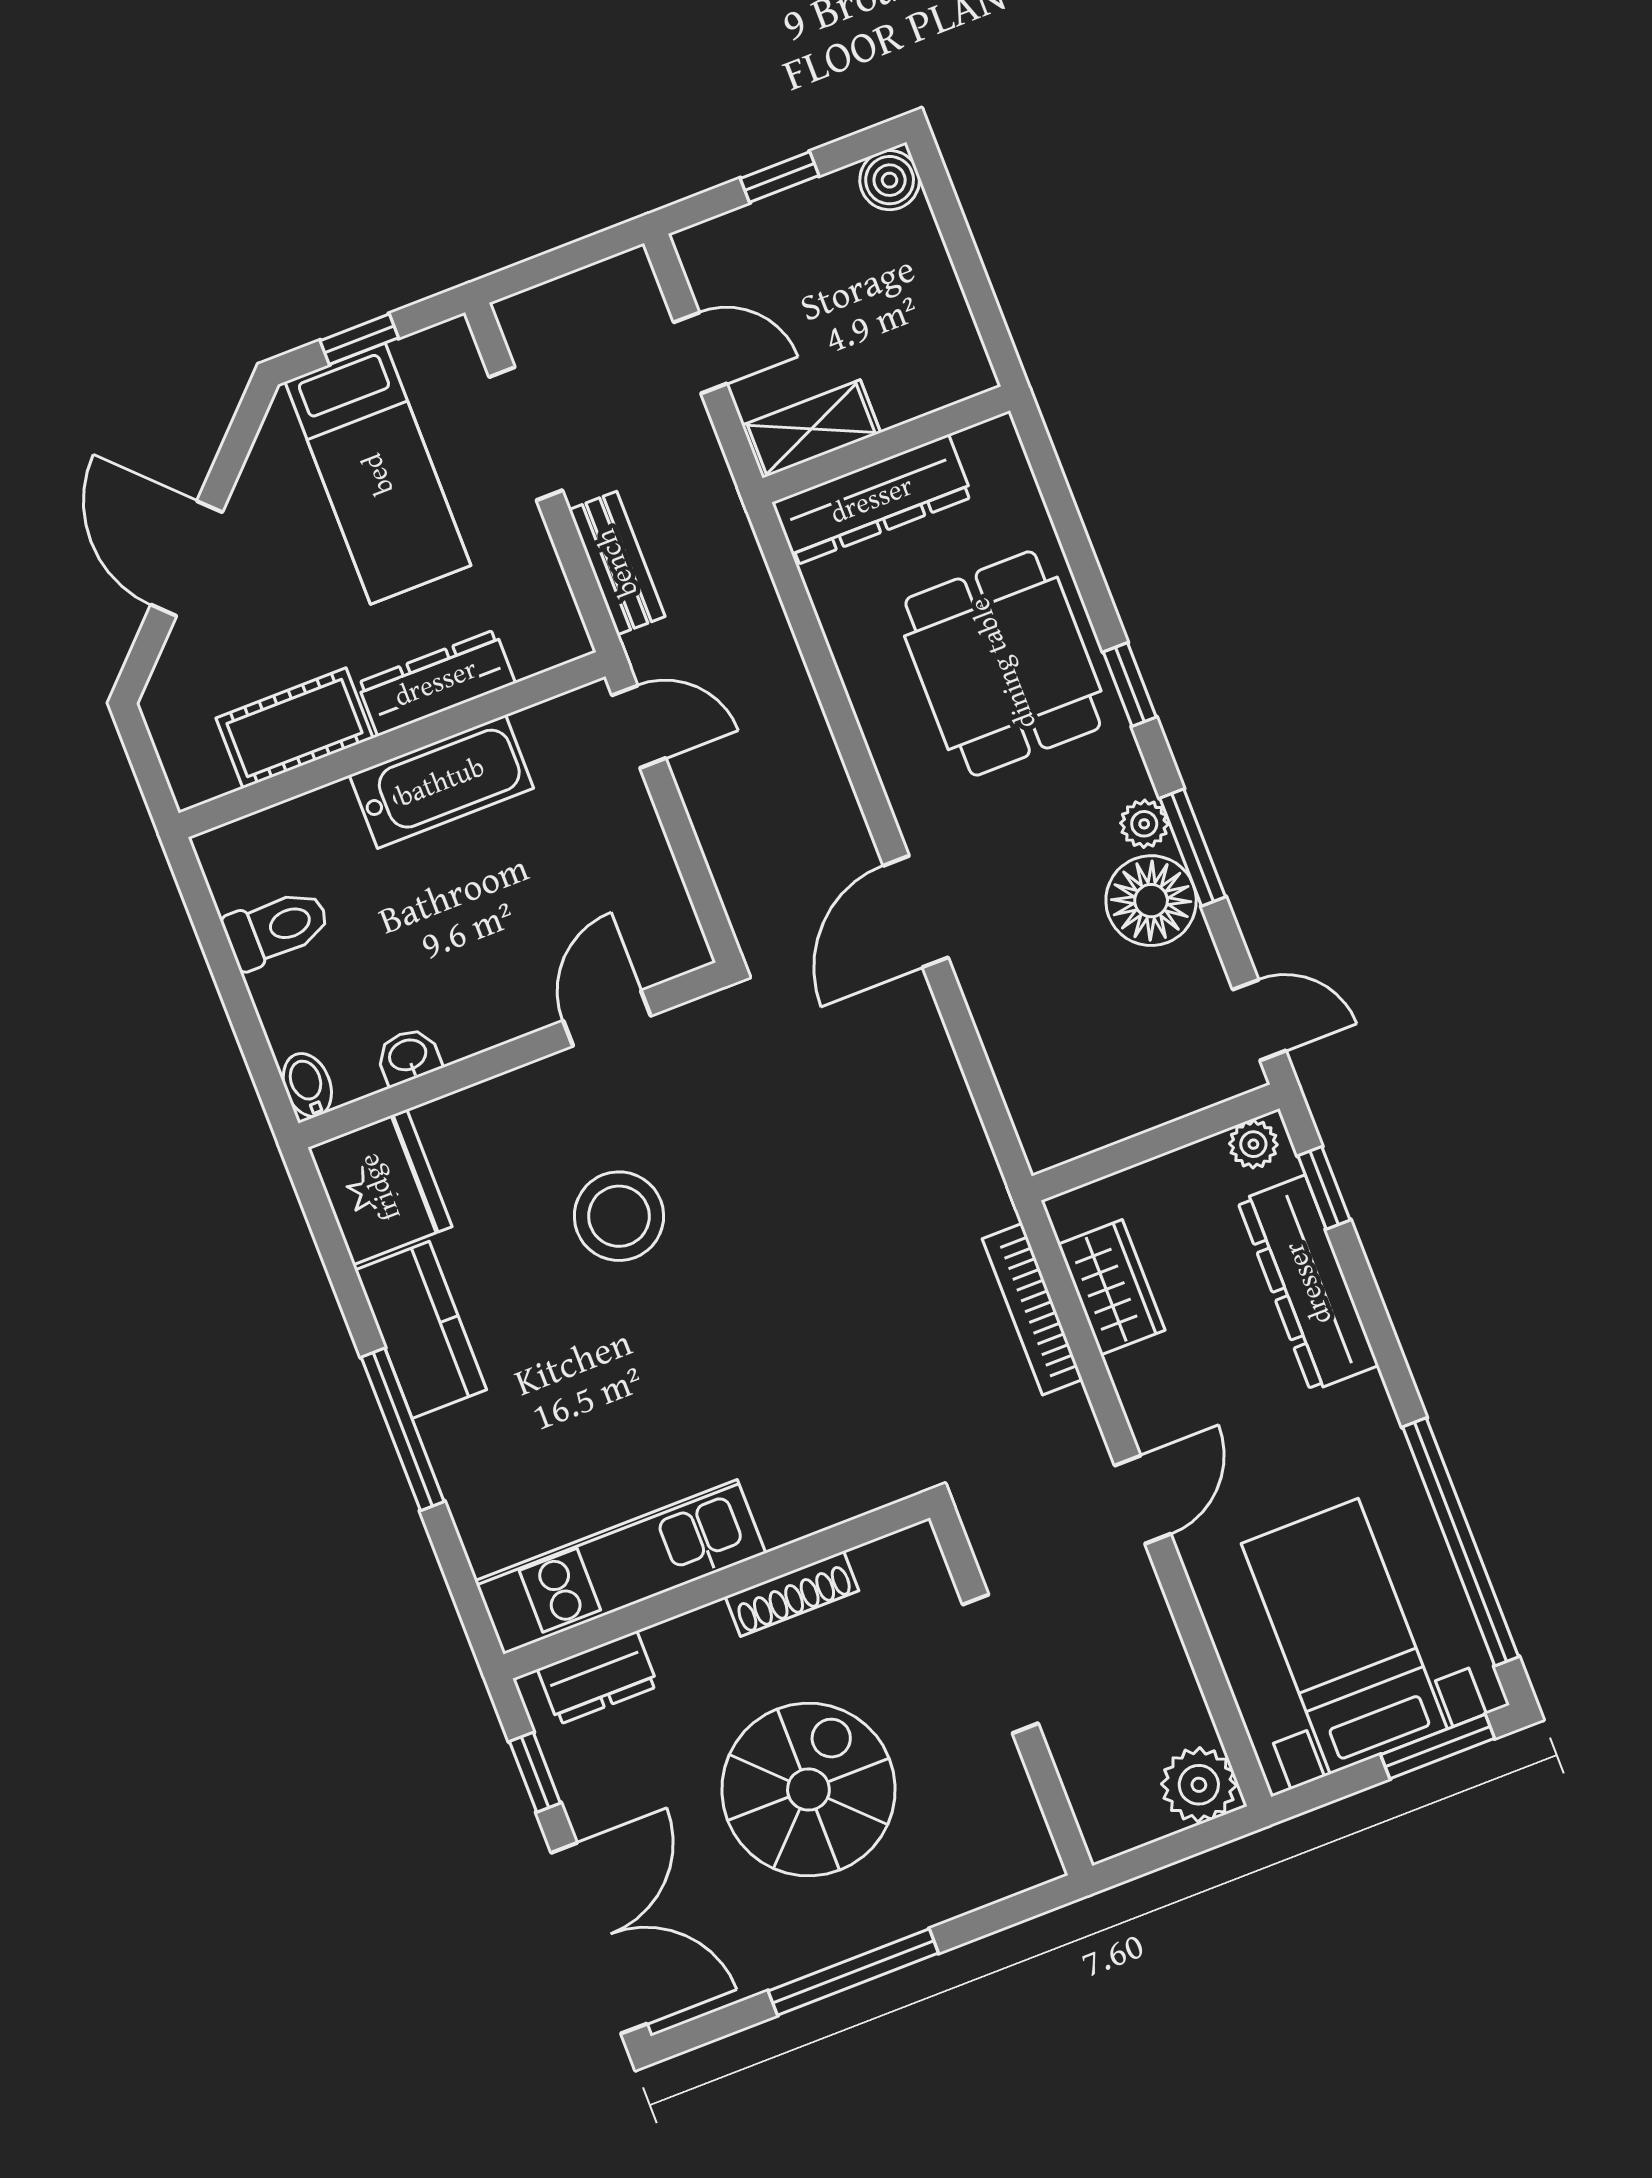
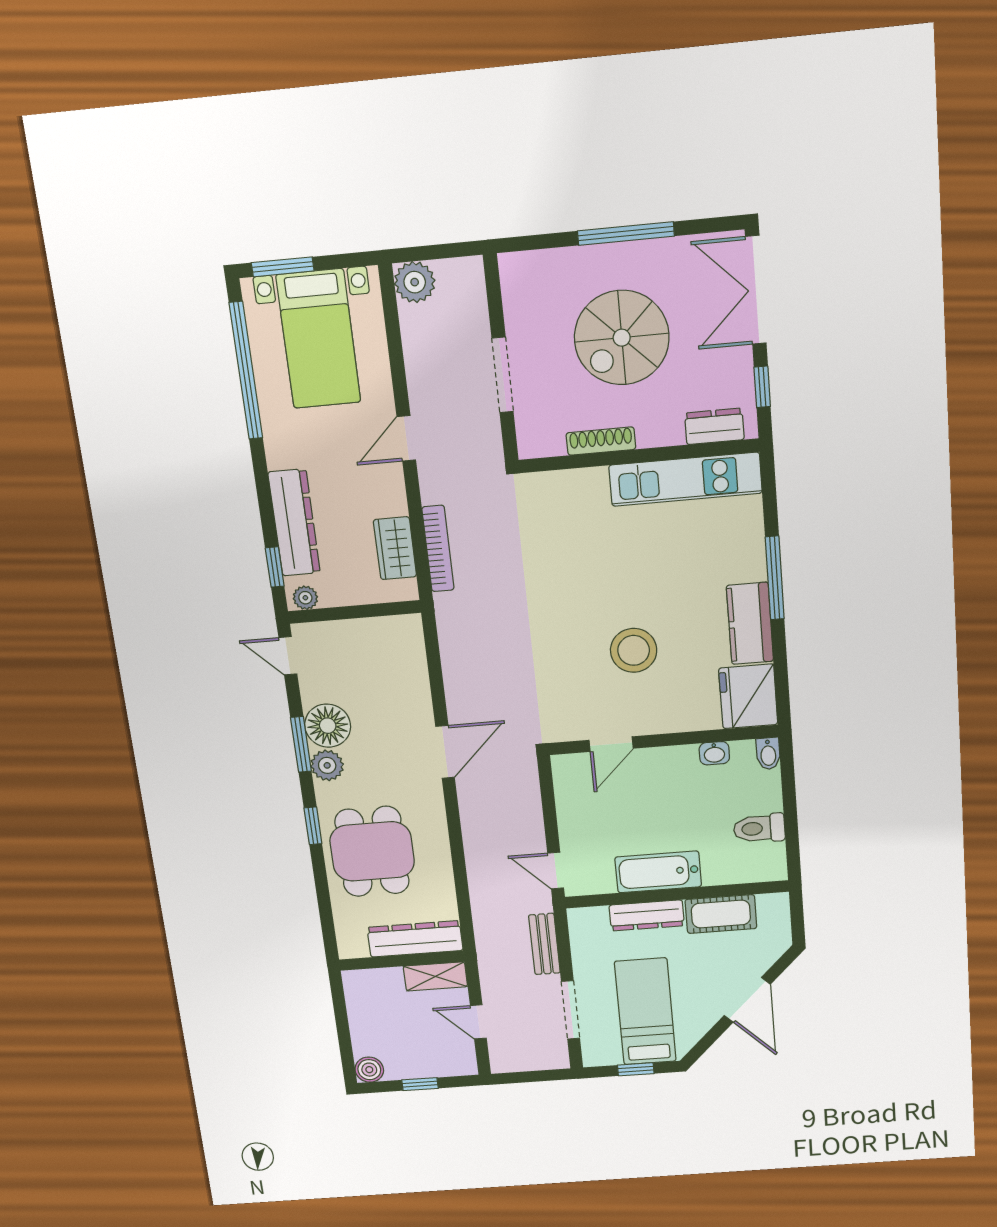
plant: (1144, 824) -> (327, 765), width x1.38, depth x1.38

